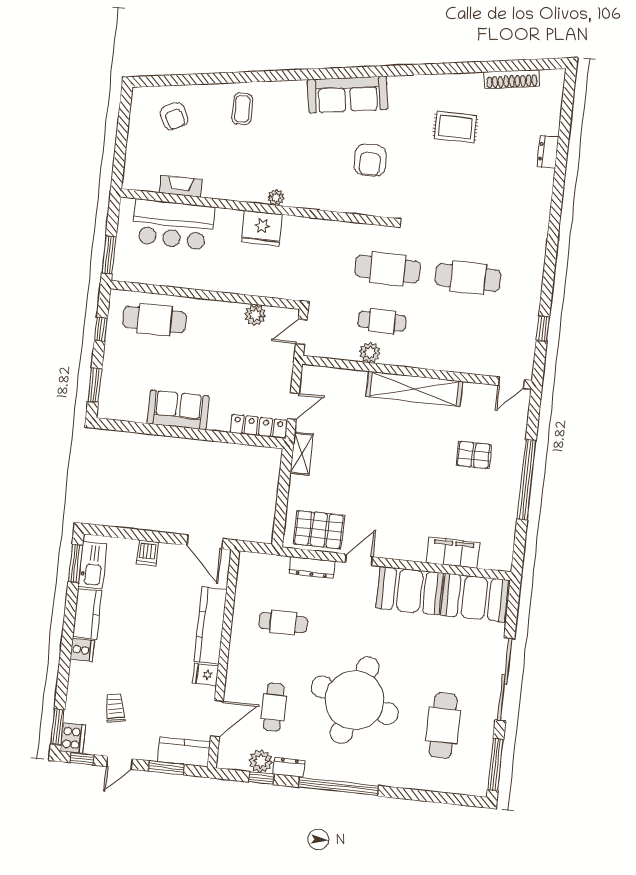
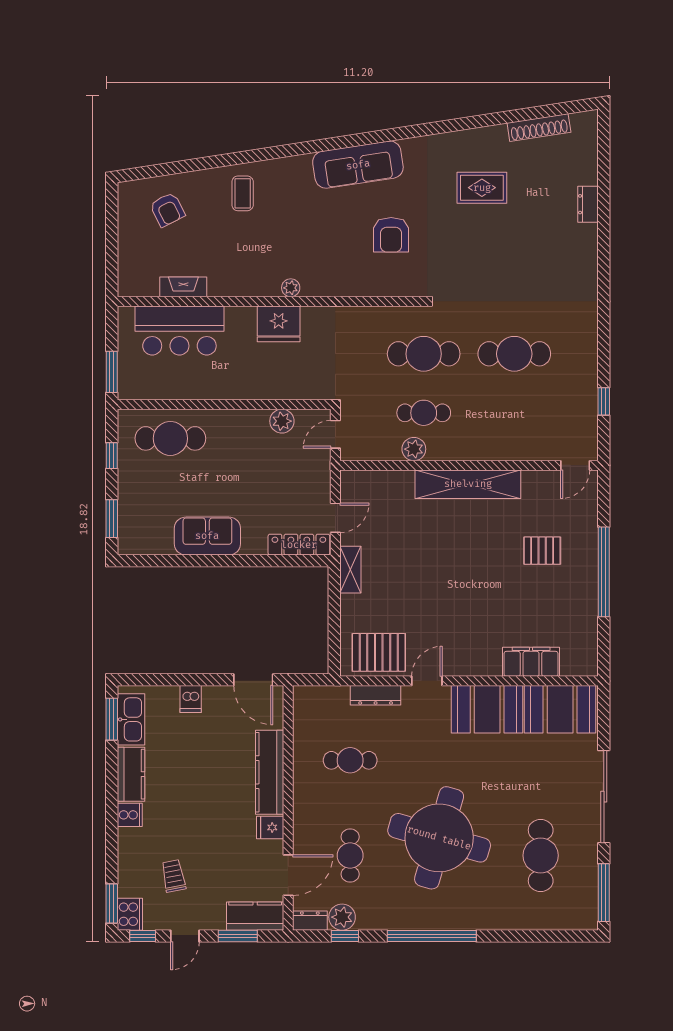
dresser: (289, 767) -> (310, 921), moved

